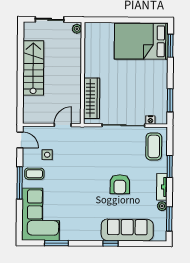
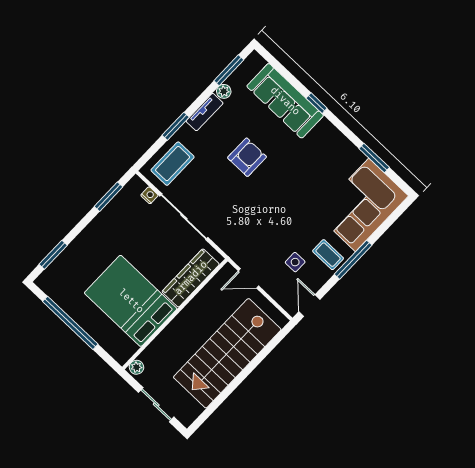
window: (130, 20) -> (70, 323), added
bed: (141, 41) -> (131, 301), moved, turned 180
stairs: (33, 68) -> (227, 353), width x1.36, depth x1.51

